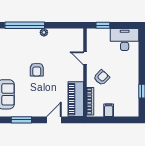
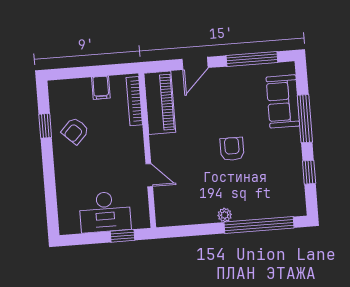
desk: (125, 40) -> (105, 212), moved
armchair: (102, 78) -> (75, 131), moved
window: (21, 120) -> (252, 59), width x1.44

